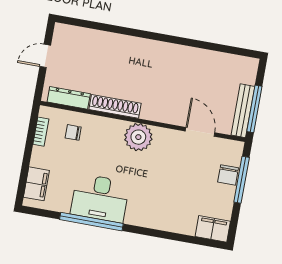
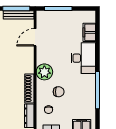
chair: (228, 175) -> (59, 92), moved
desk: (100, 198) -> (83, 58), moved
filing cabinet: (213, 229) -> (89, 32), moved

